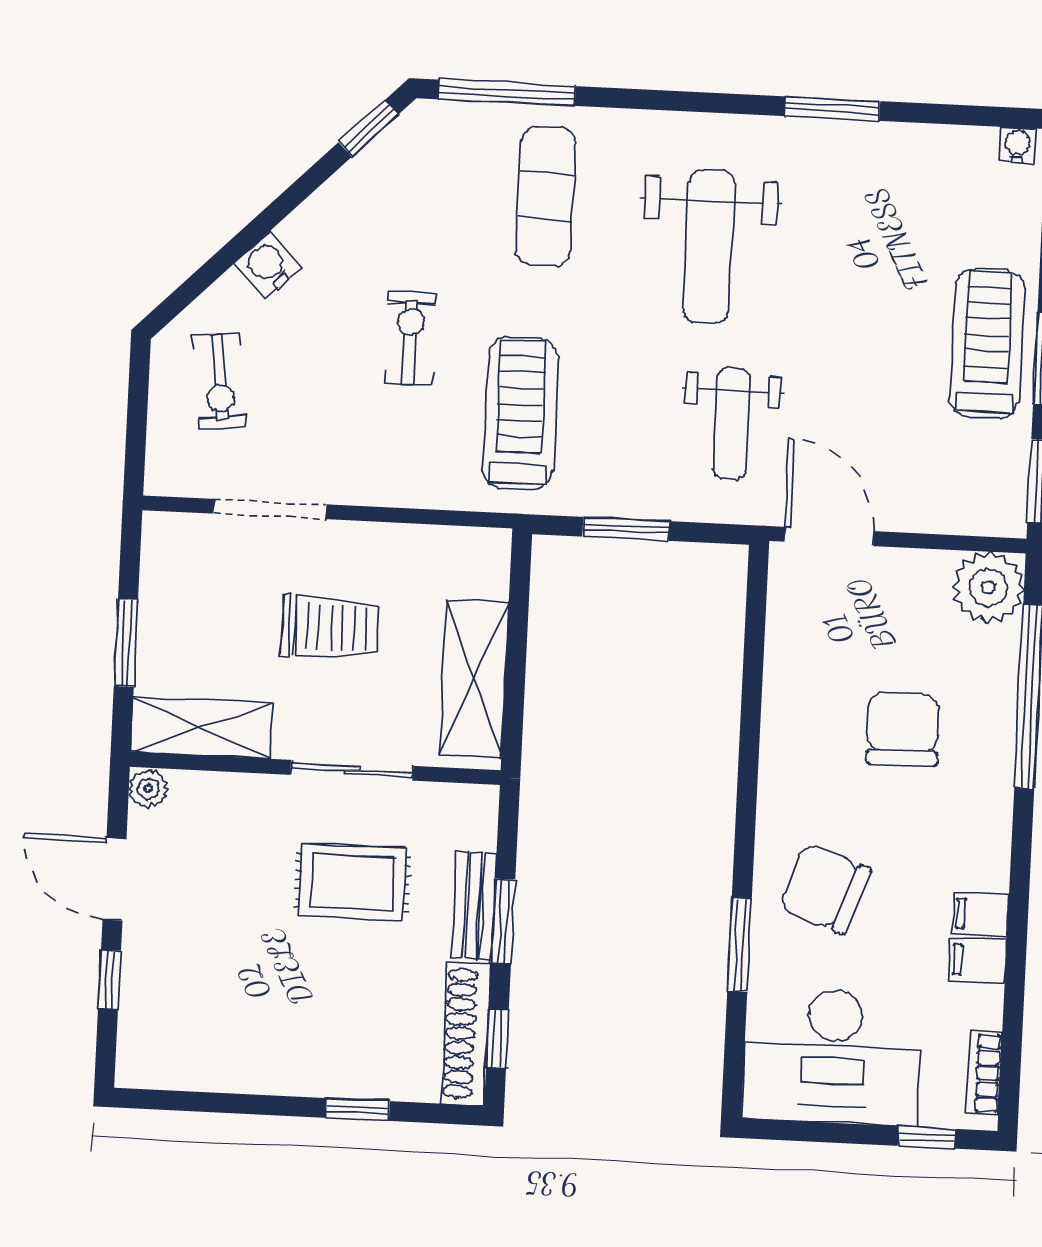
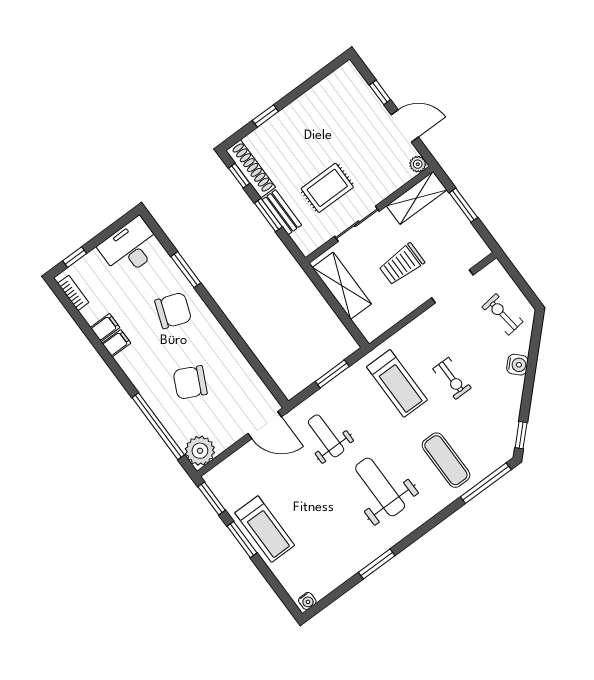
chair: (903, 729) -> (190, 382), turned 117
desk: (833, 1057) -> (130, 248), width x0.73, depth x0.77

